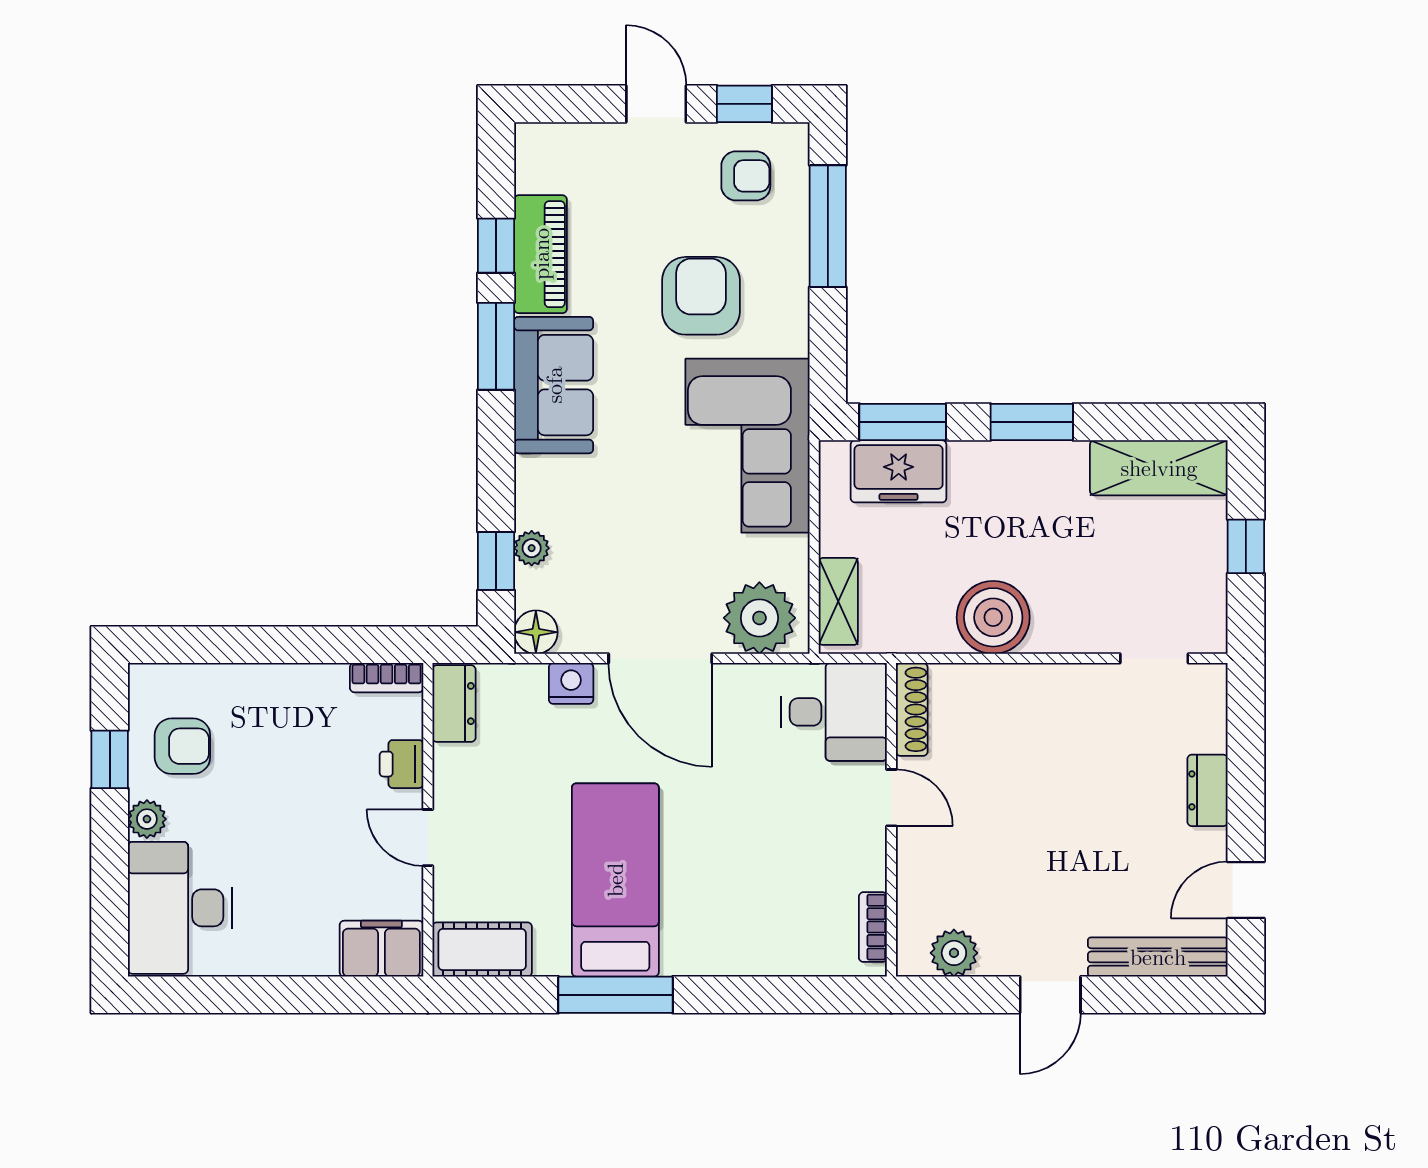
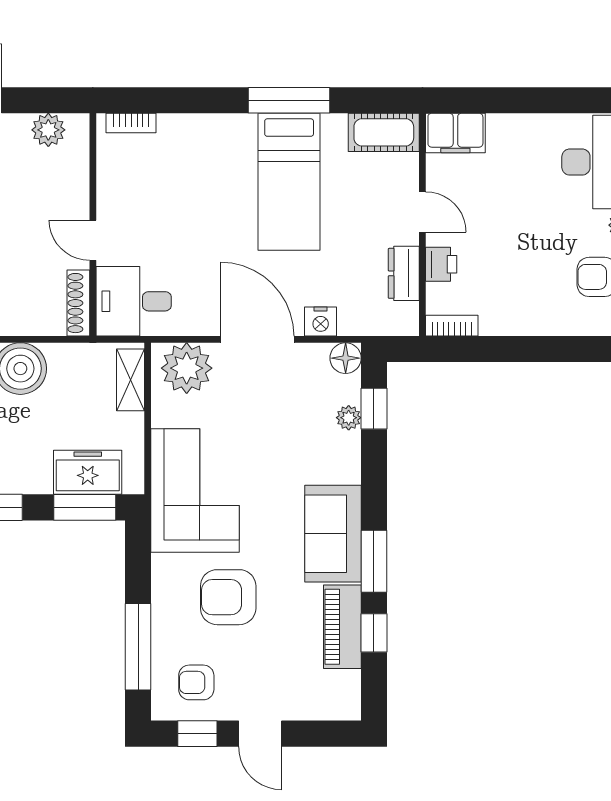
armchair: (701, 296) -> (228, 597), turned 90
dresser: (454, 704) -> (404, 273), moved
bookcase: (873, 927) -> (131, 123), moved, turned 90

